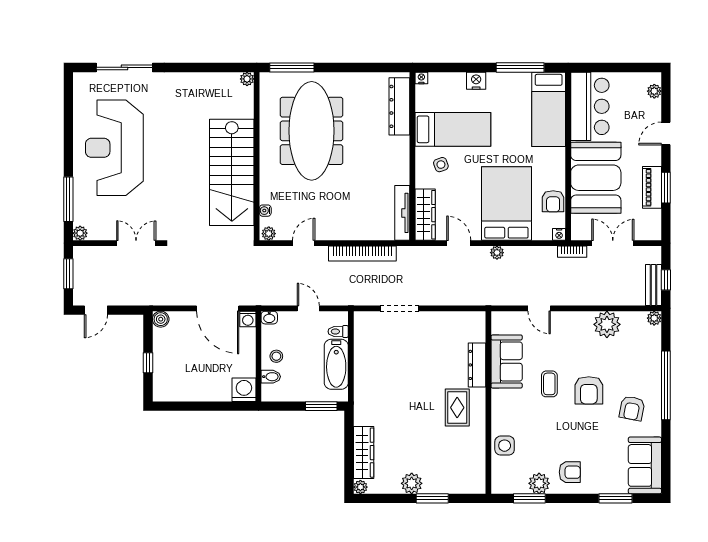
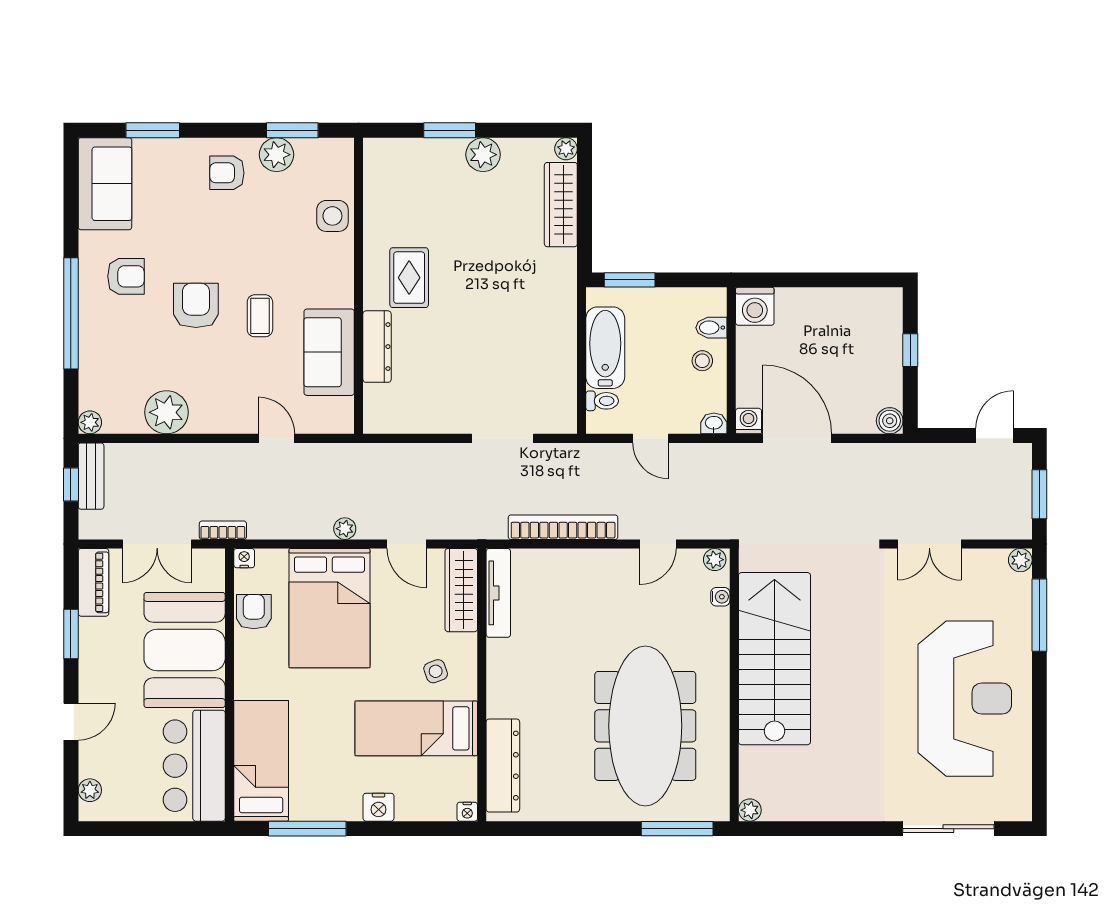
piano: (652, 187) -> (94, 582), moved
armchair: (632, 408) -> (126, 276), turned 79

